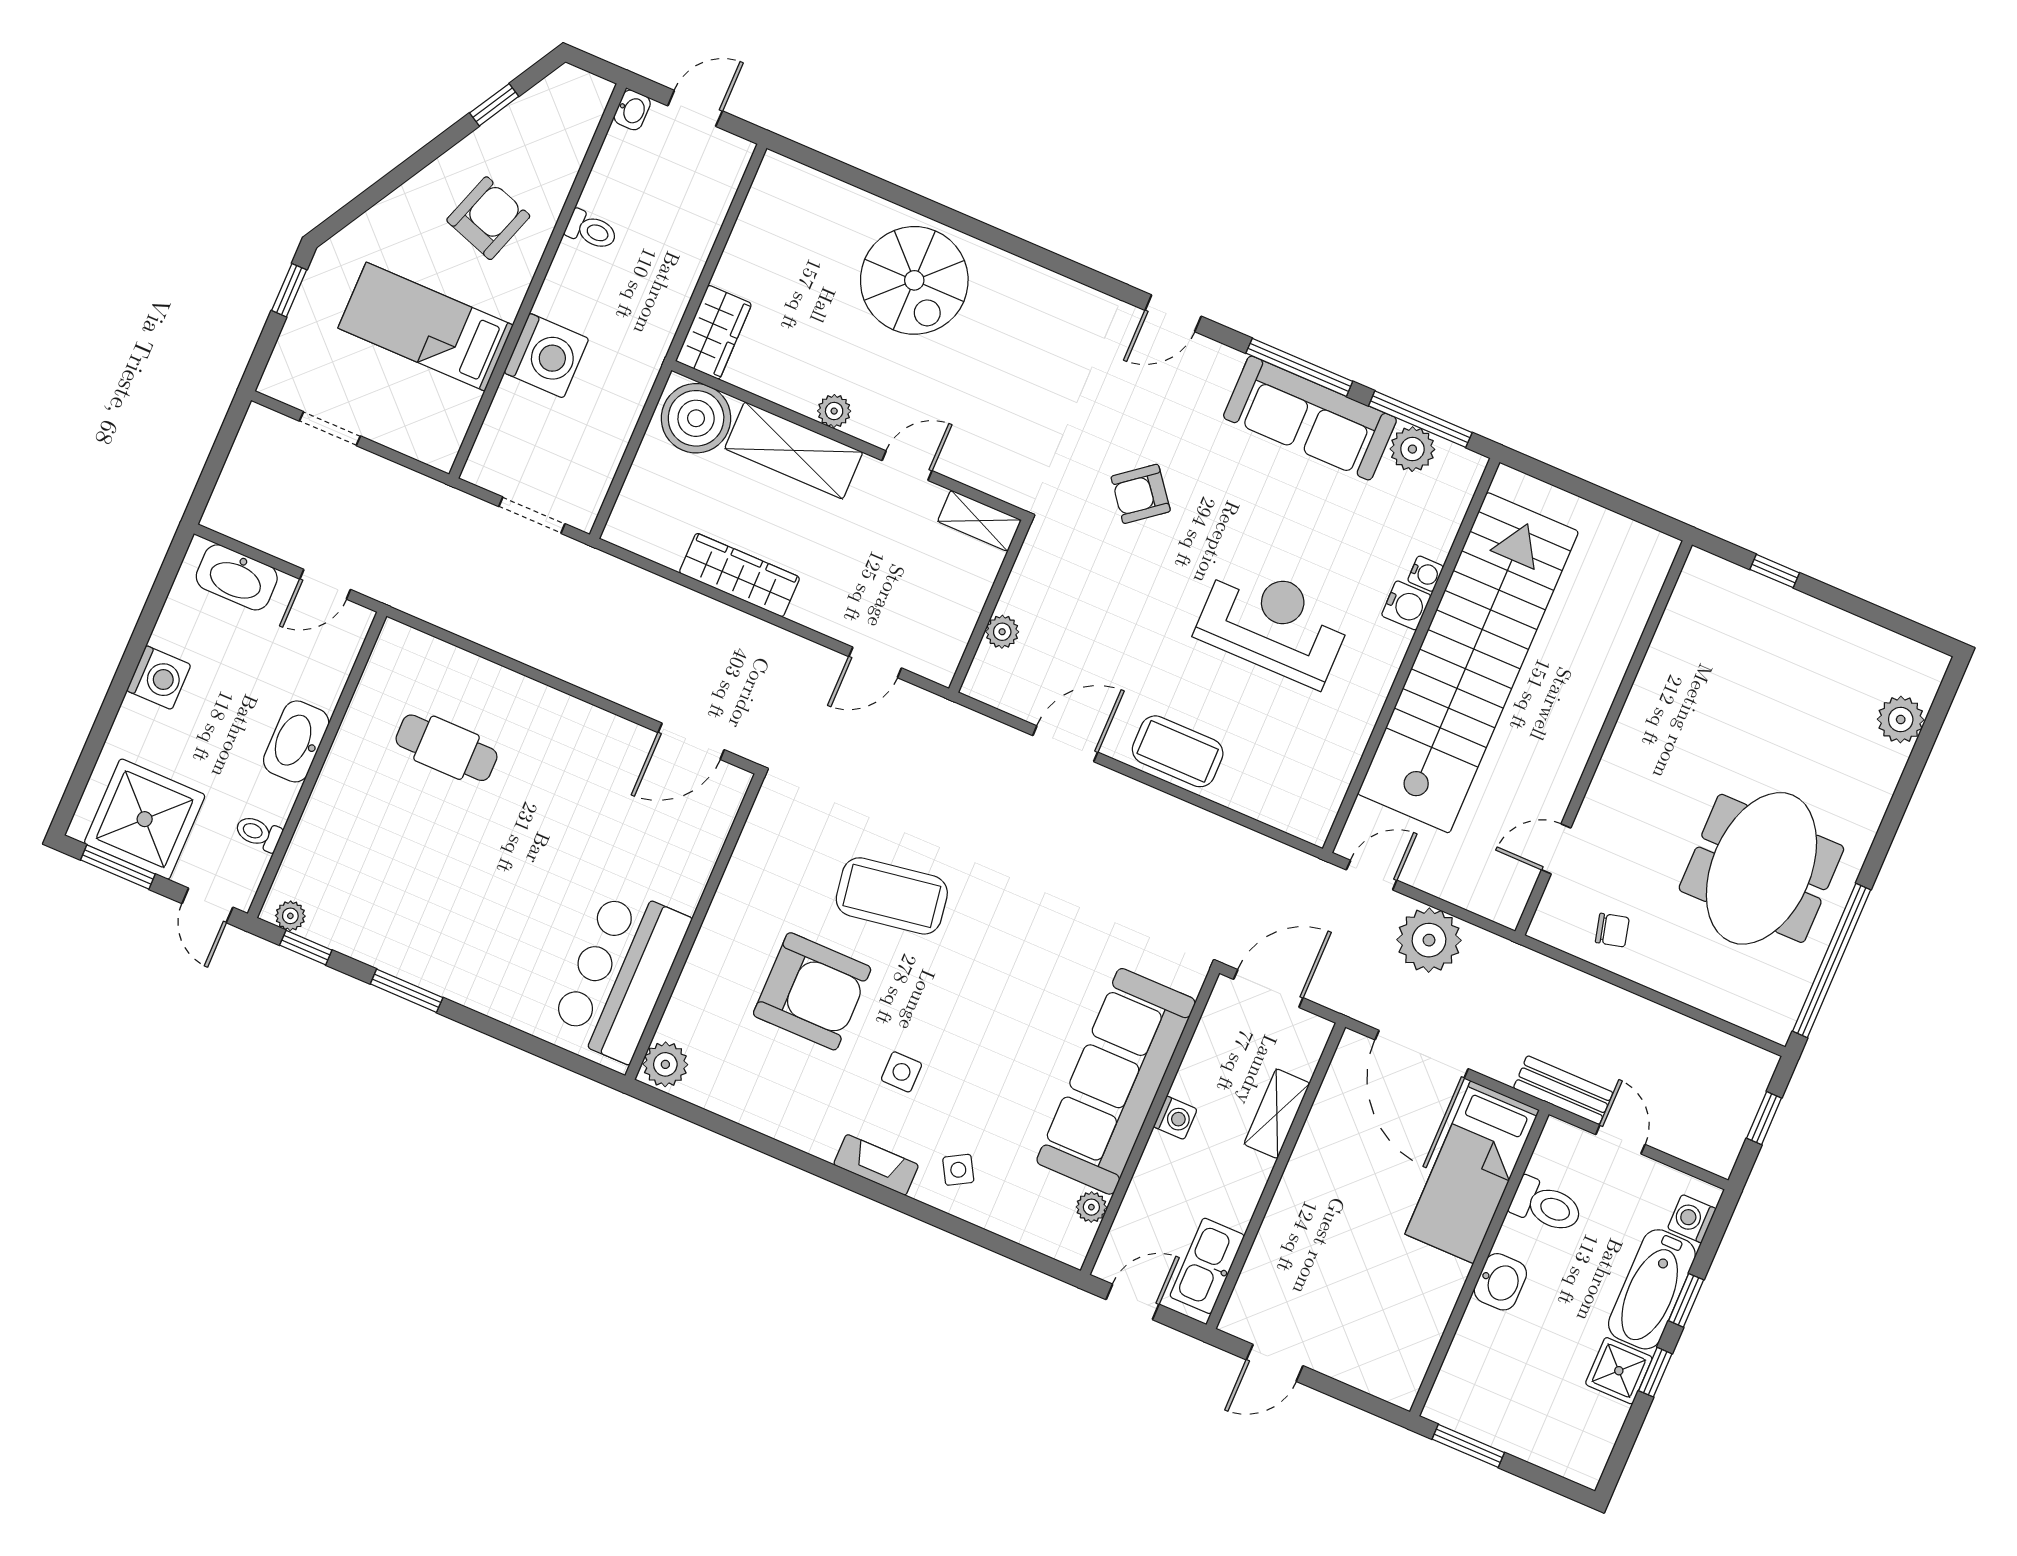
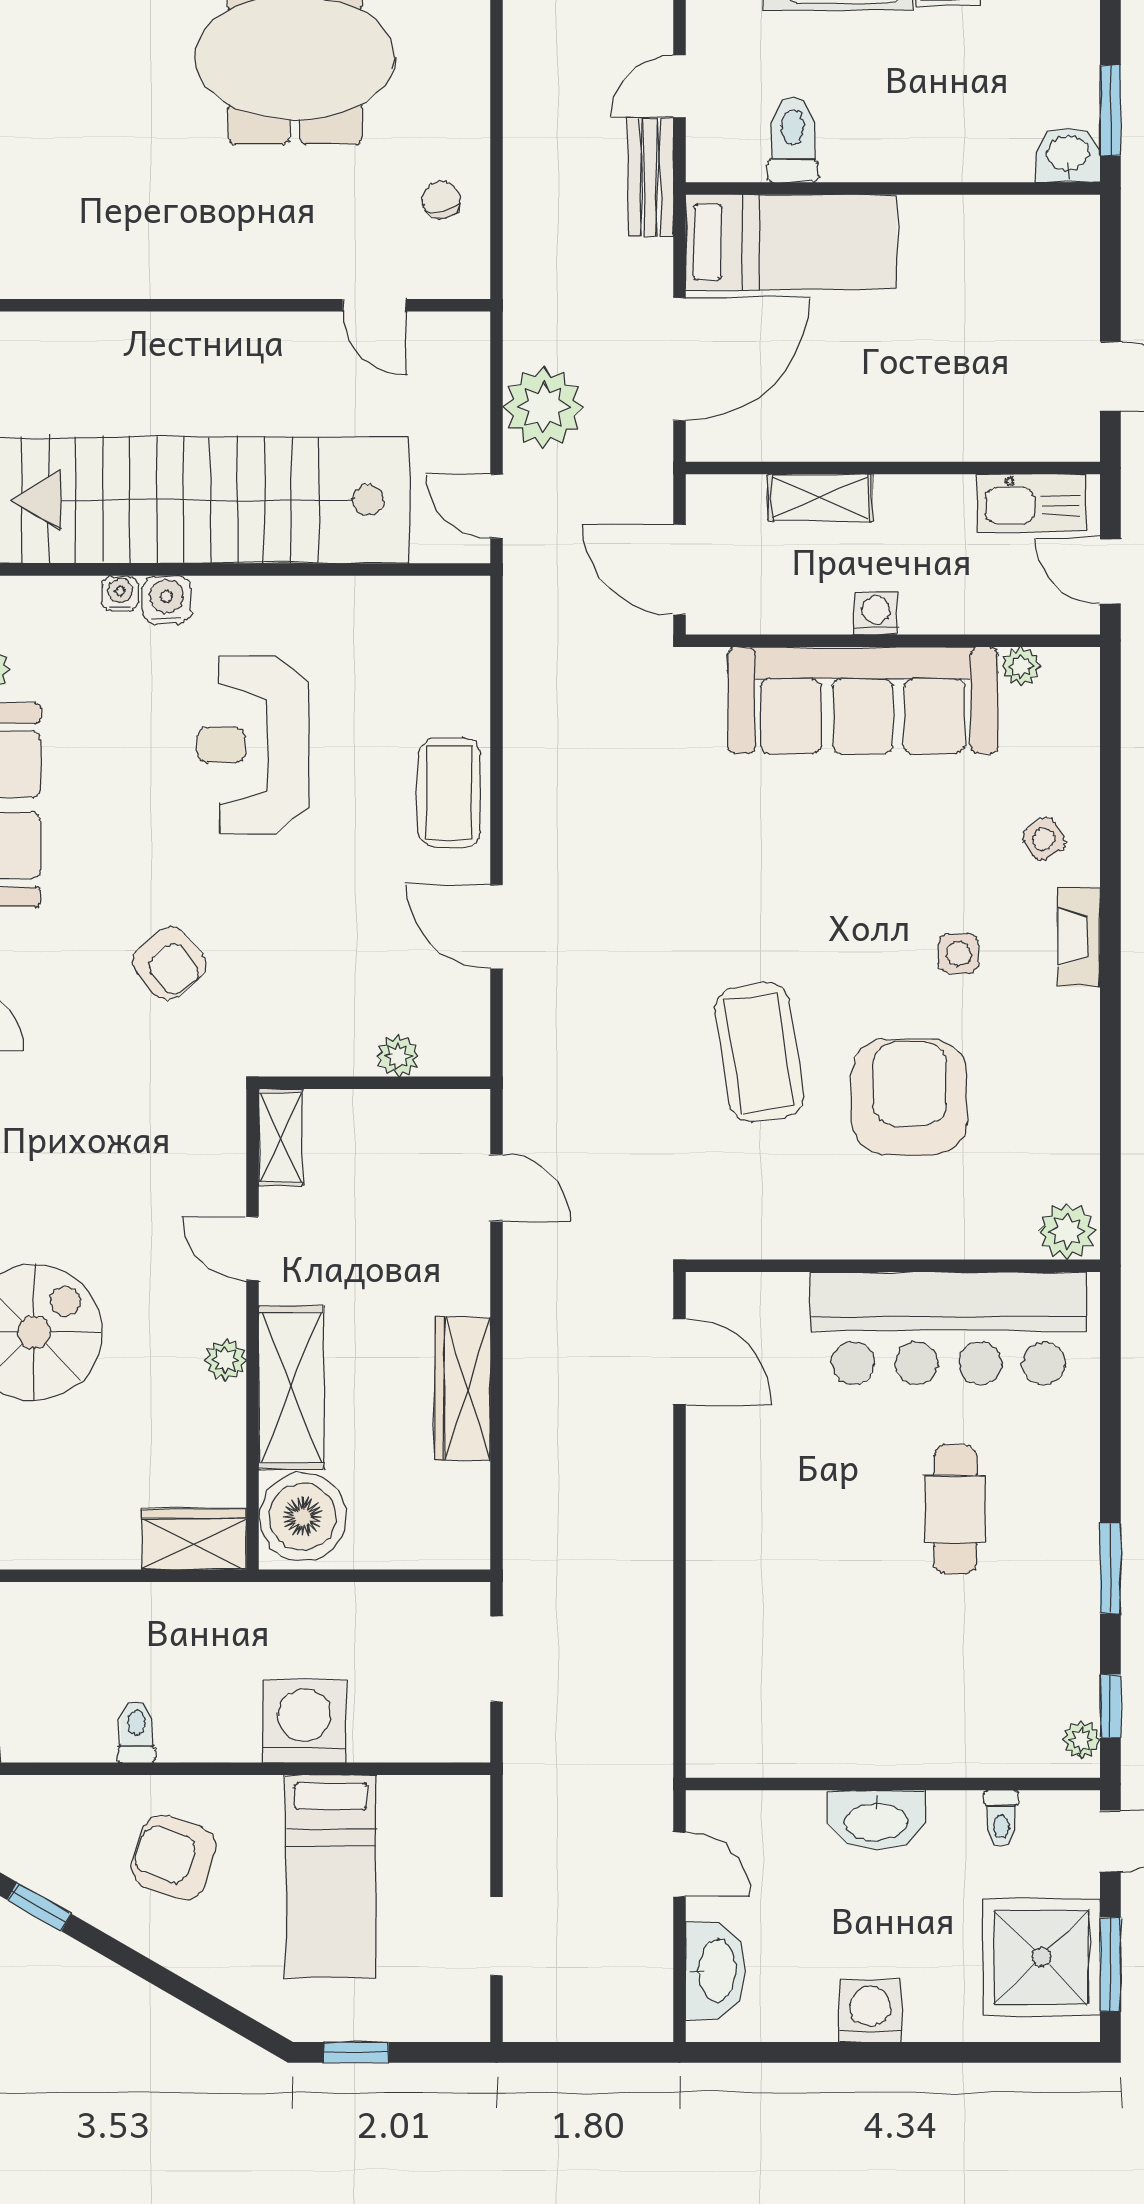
cafe table: (446, 748) -> (955, 1509), moved
bar counter: (620, 975) -> (948, 1328), width x1.36
washbasin: (1500, 1282) -> (1068, 155), moved

